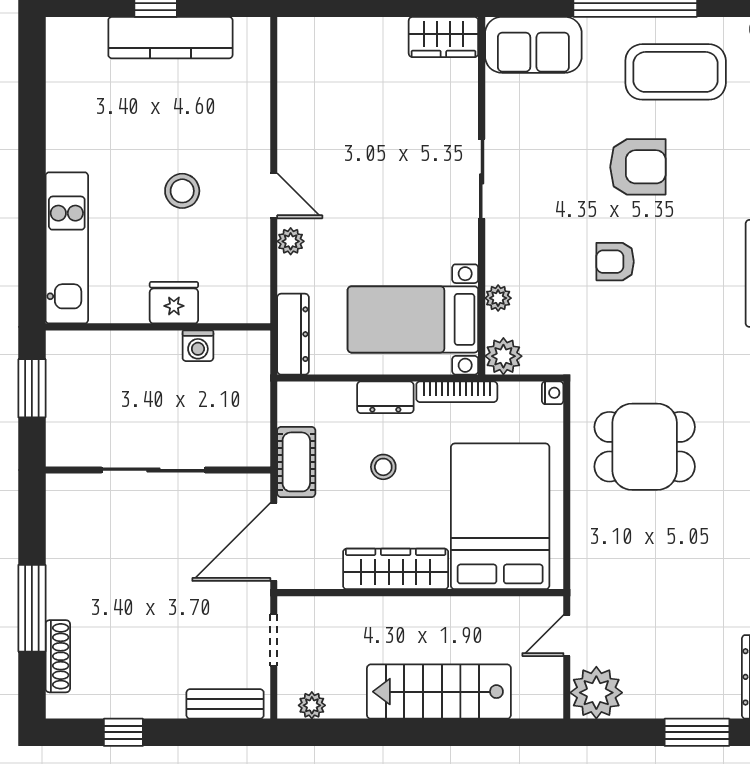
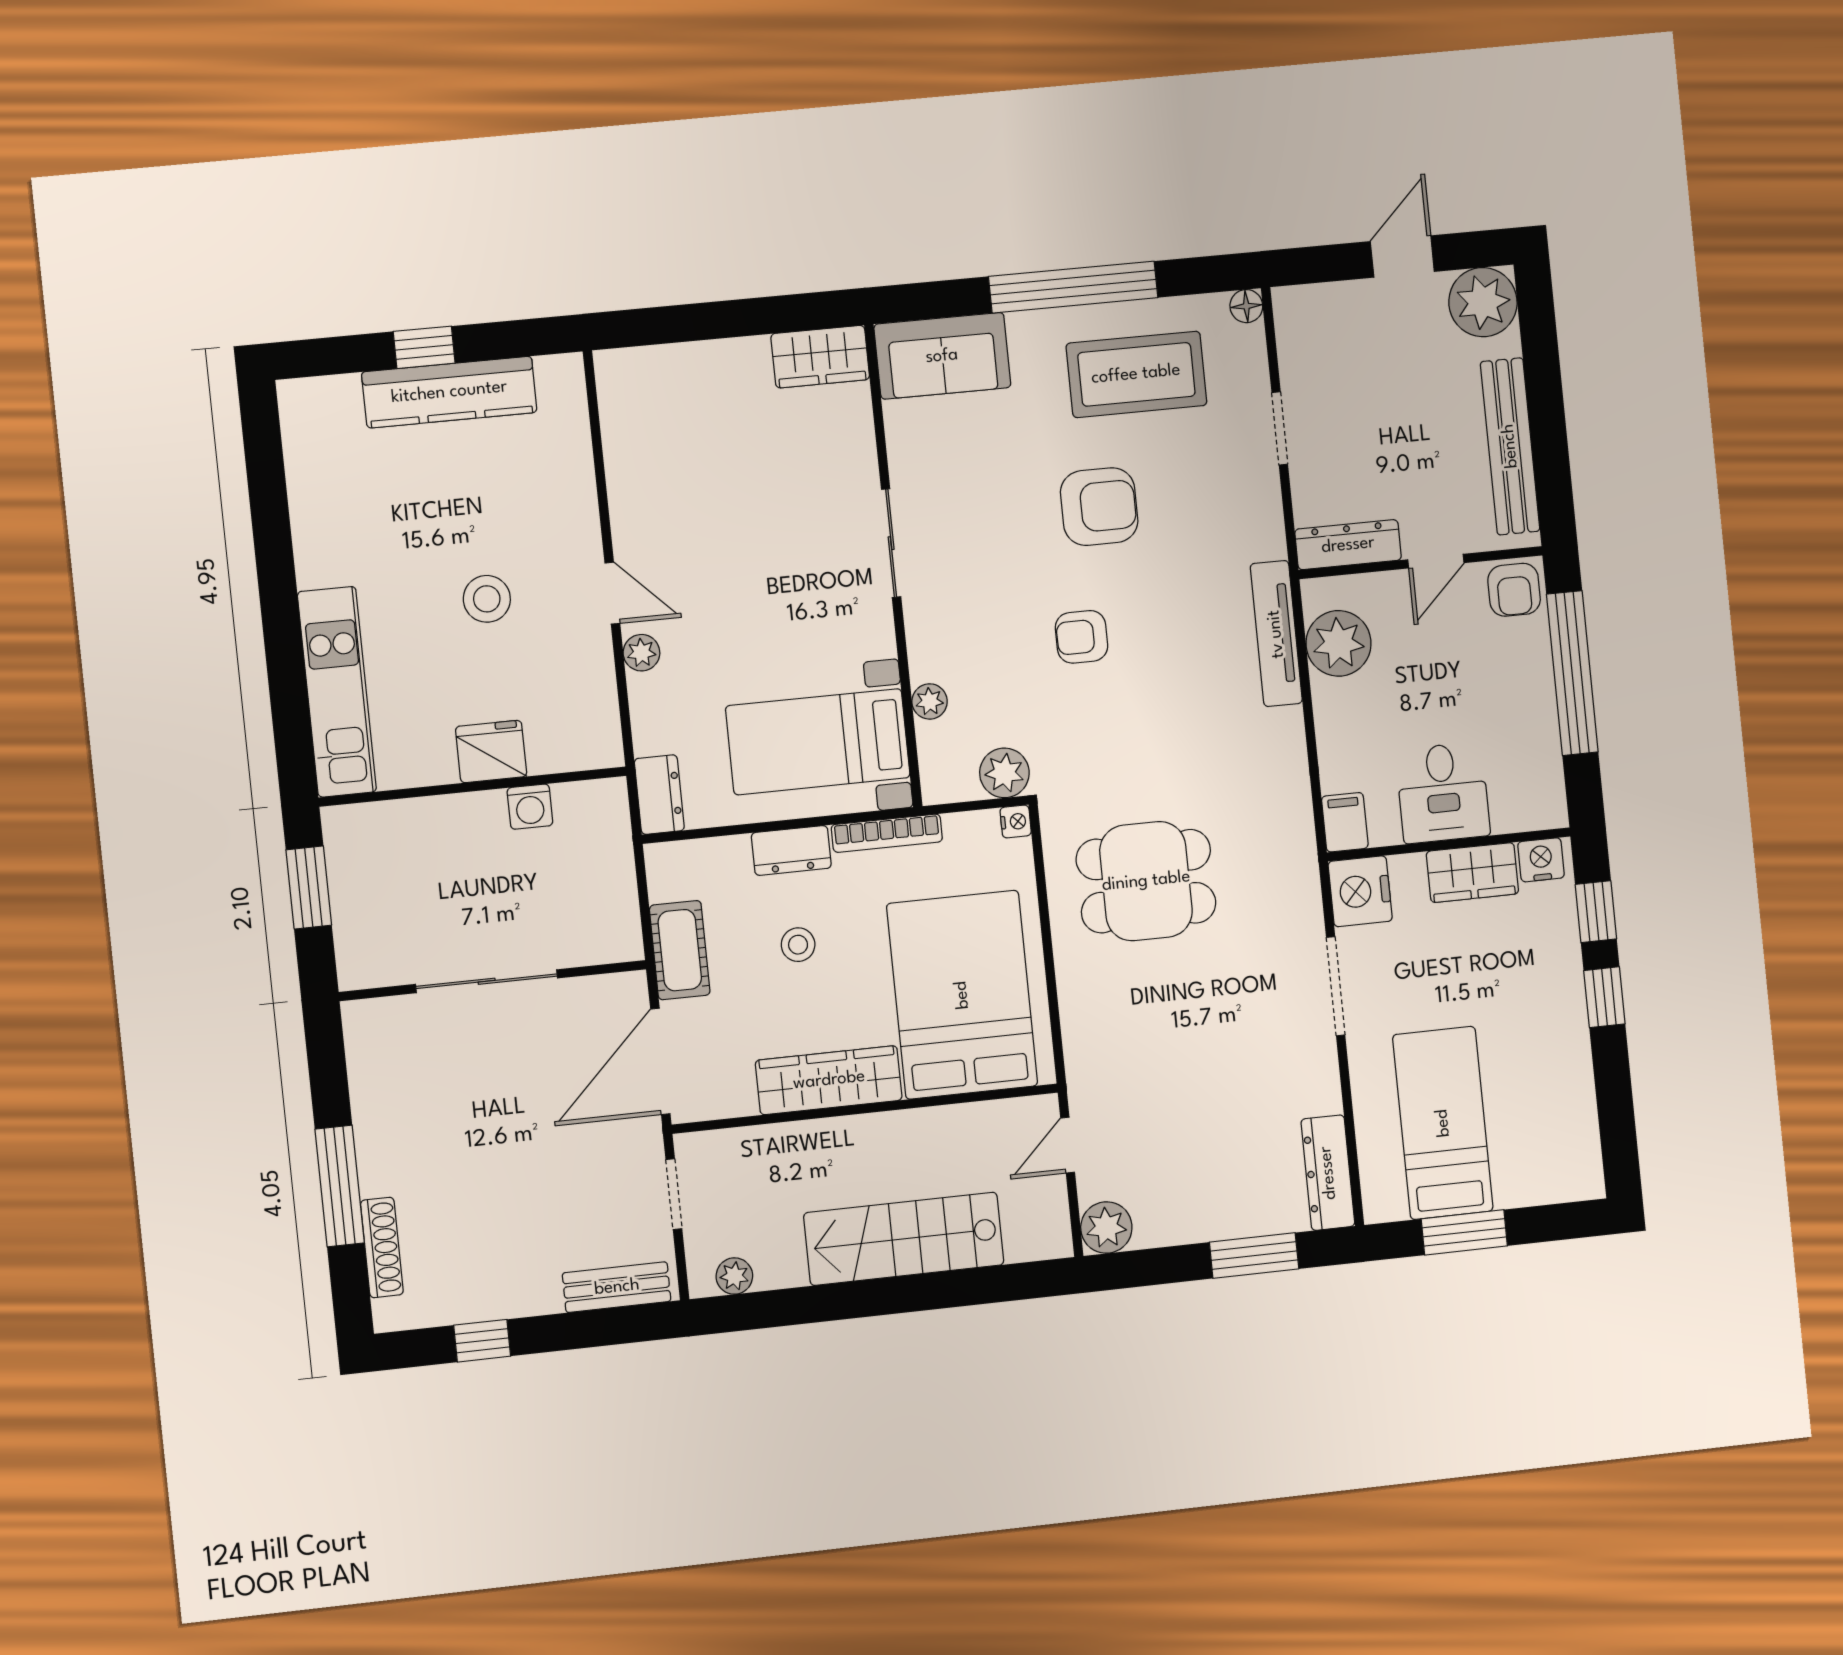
dresser: (293, 334) -> (659, 795), width x0.70
plant: (503, 356) -> (1004, 773), moved
plant: (596, 693) -> (1106, 1228), width x0.73, depth x0.73

